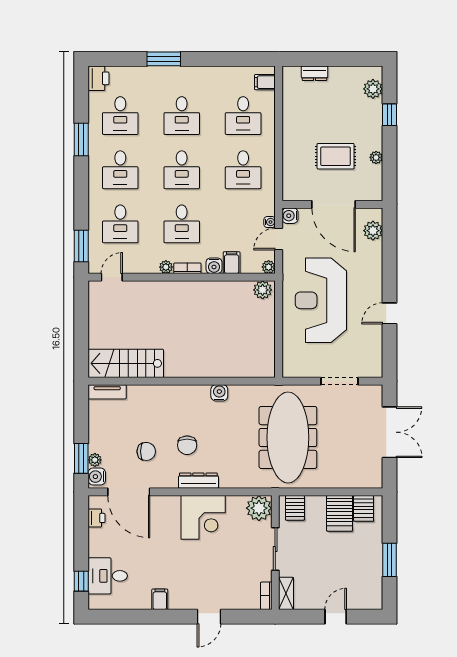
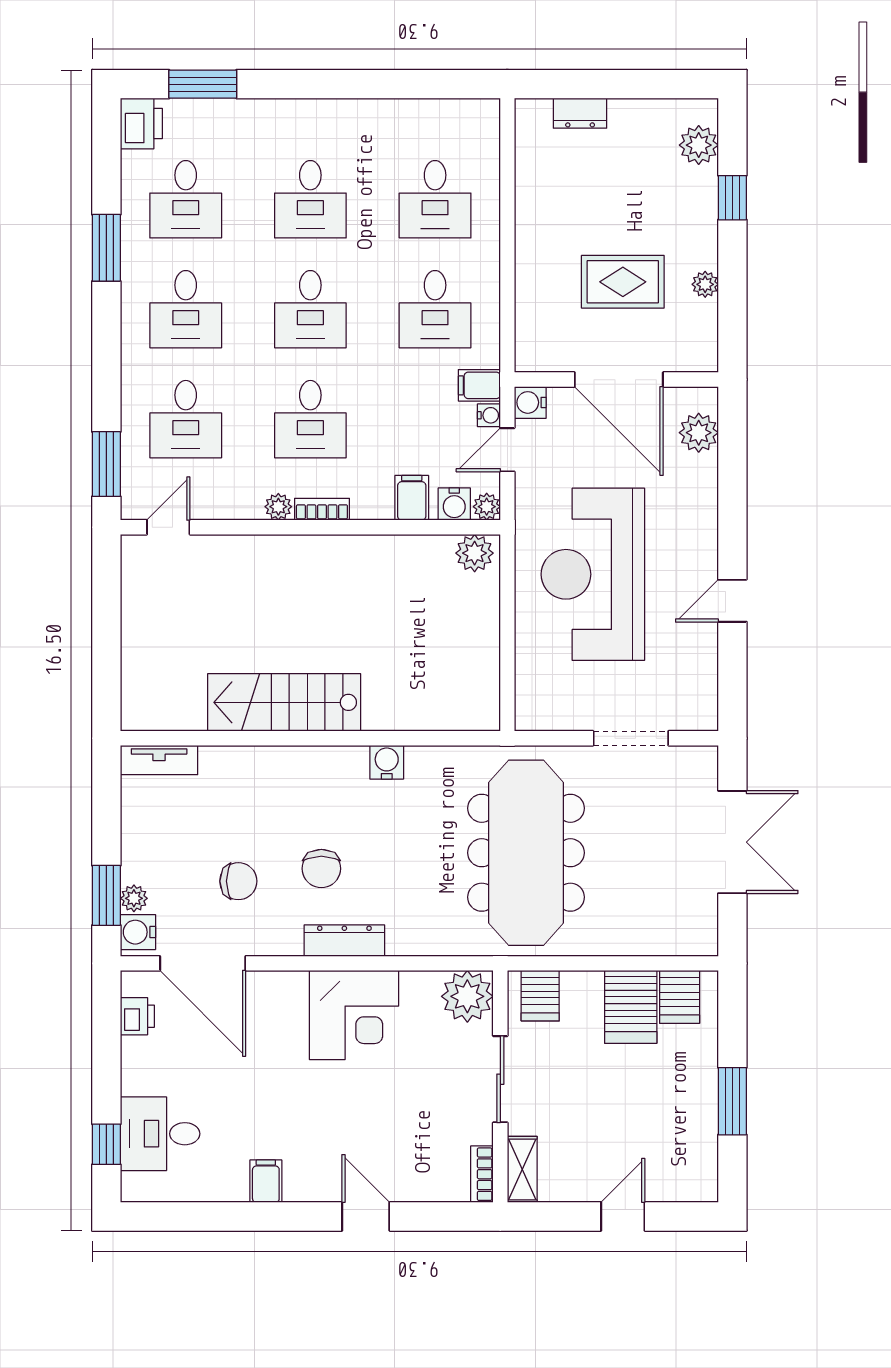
window: (164, 59) -> (203, 84), moved
filing cabinet: (265, 82) -> (479, 385), moved
water cooler: (214, 266) -> (454, 504), moved
stairs: (126, 363) -> (284, 702), moved
door: (209, 617) -> (366, 1217), swing flipped

